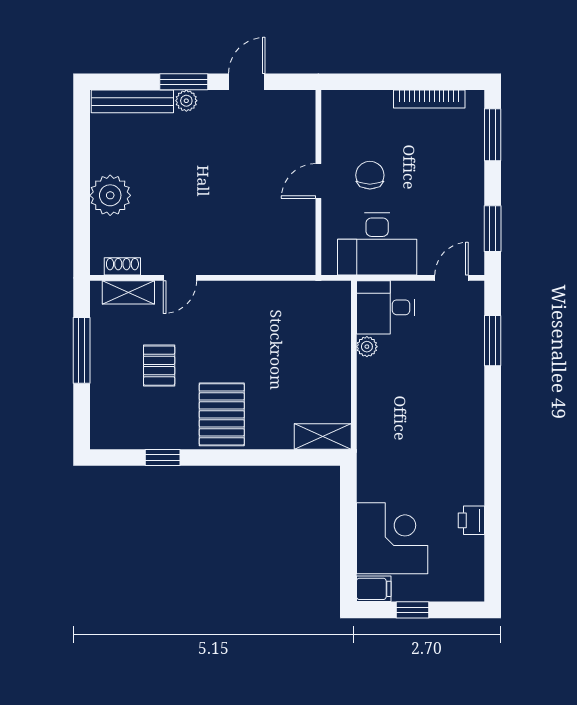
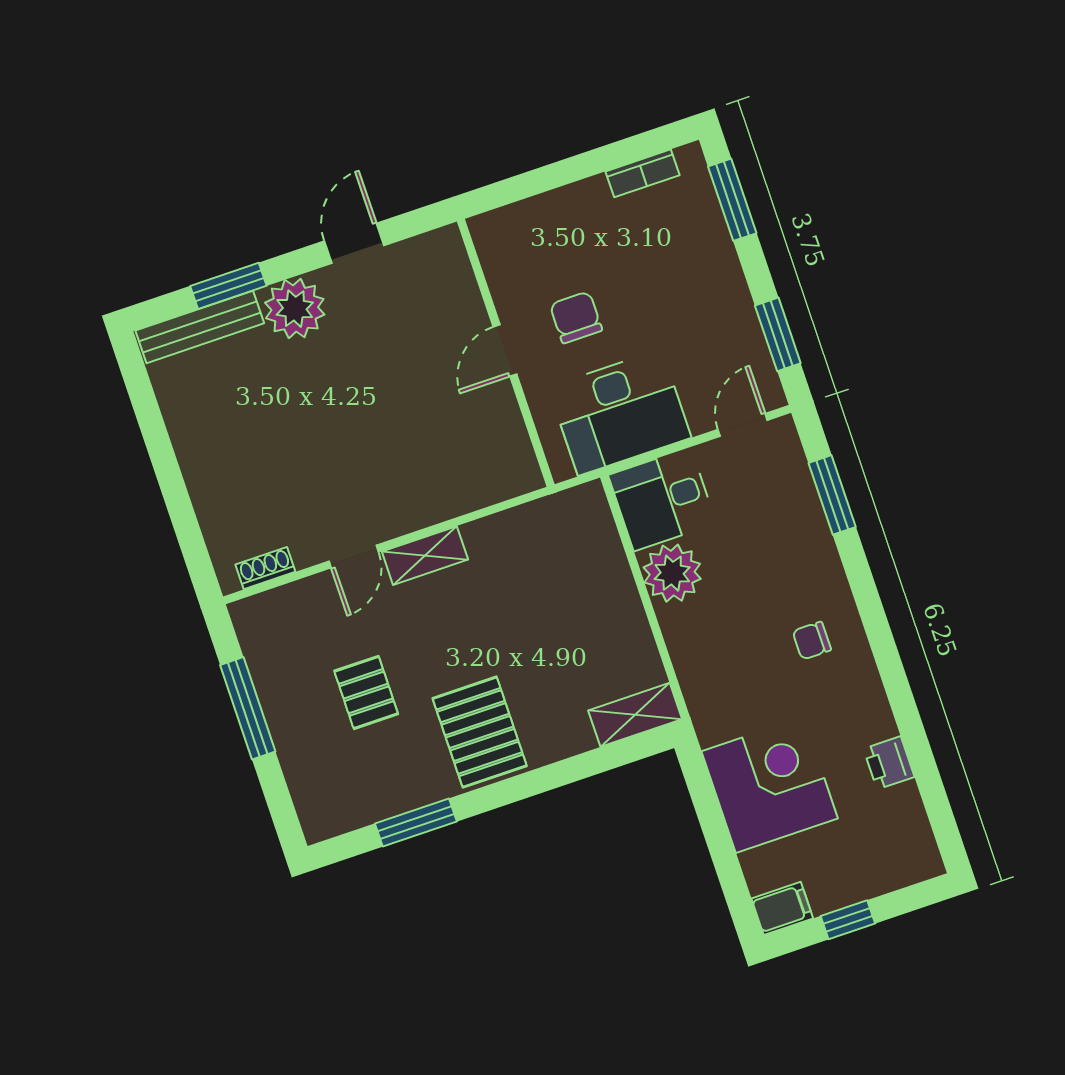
window: (184, 82) -> (228, 286), moved
bookcase: (429, 99) -> (643, 173), width x0.64
plant: (186, 101) -> (295, 309), width x1.87, depth x1.87
plant: (110, 195) -> (213, 472), removed
shelving: (128, 292) -> (425, 556), moved
plant: (367, 347) -> (672, 573), width x1.87, depth x1.87
chair: (449, 428) -> (812, 641), added
window: (163, 457) -> (416, 822), width x1.50
corner desk: (392, 538) -> (770, 785), moved

